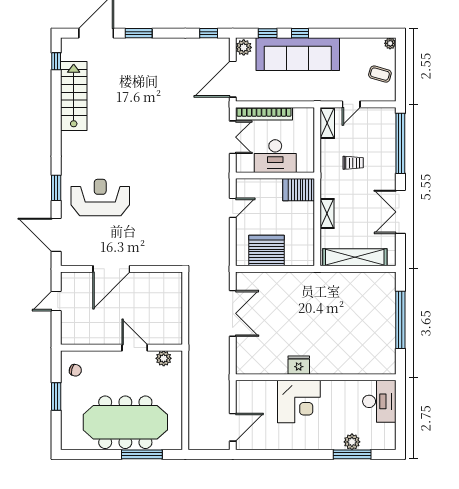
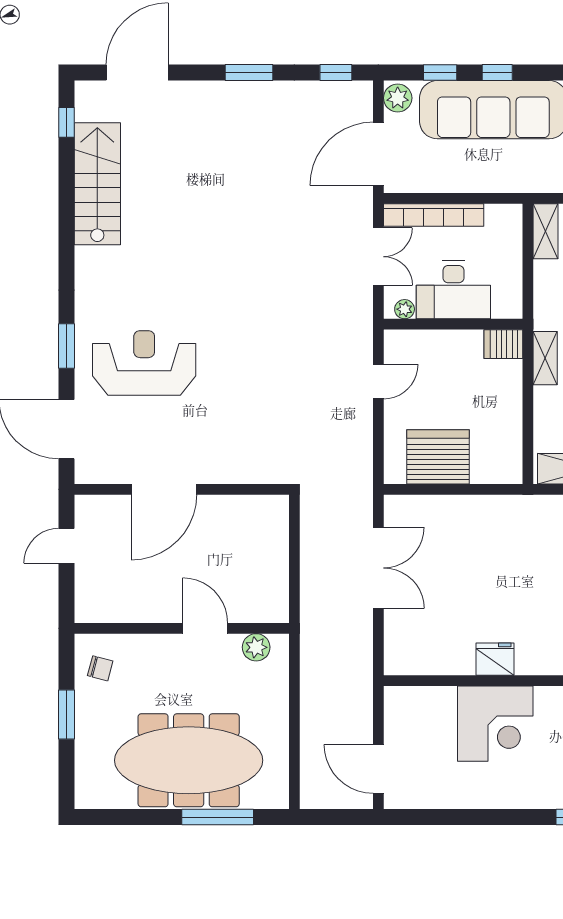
window: (139, 33) -> (249, 73), moved
plant: (248, 167) -> (405, 309), added
server rack: (299, 190) -> (503, 344), width x0.73, depth x0.70
shelving: (327, 214) -> (545, 358), moved
door: (233, 427) -> (378, 769), swing flipped

